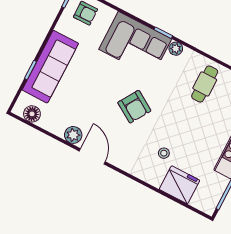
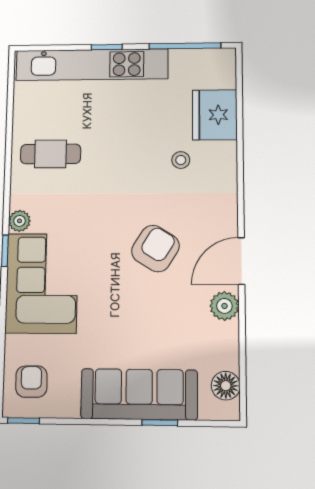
armchair: (134, 107) -> (155, 248), moved

